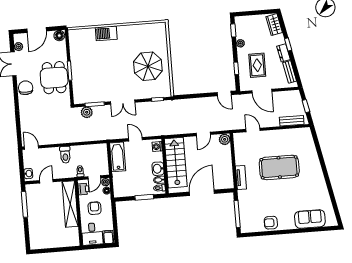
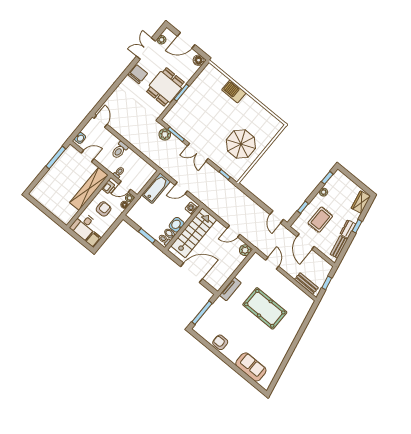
door: (136, 139) -> (181, 188), swing flipped

